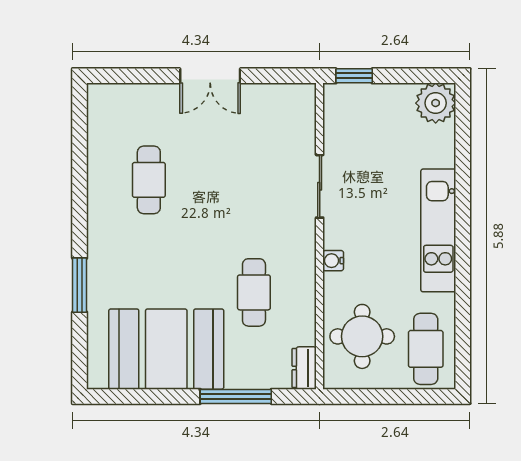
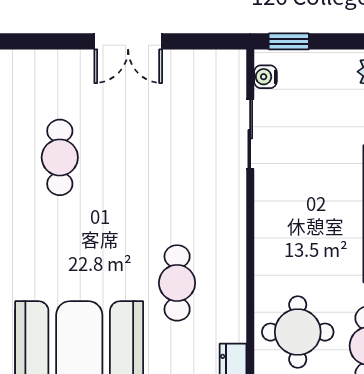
sliding door: (320, 186) -> (250, 134), moved
water cooler: (333, 261) -> (265, 77), moved

